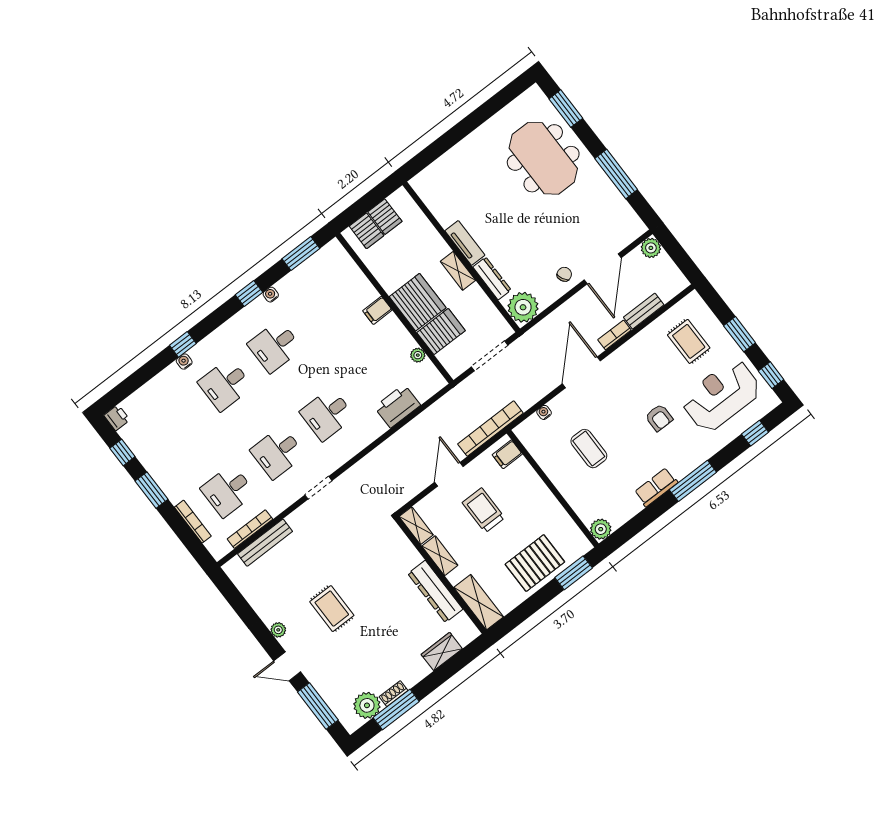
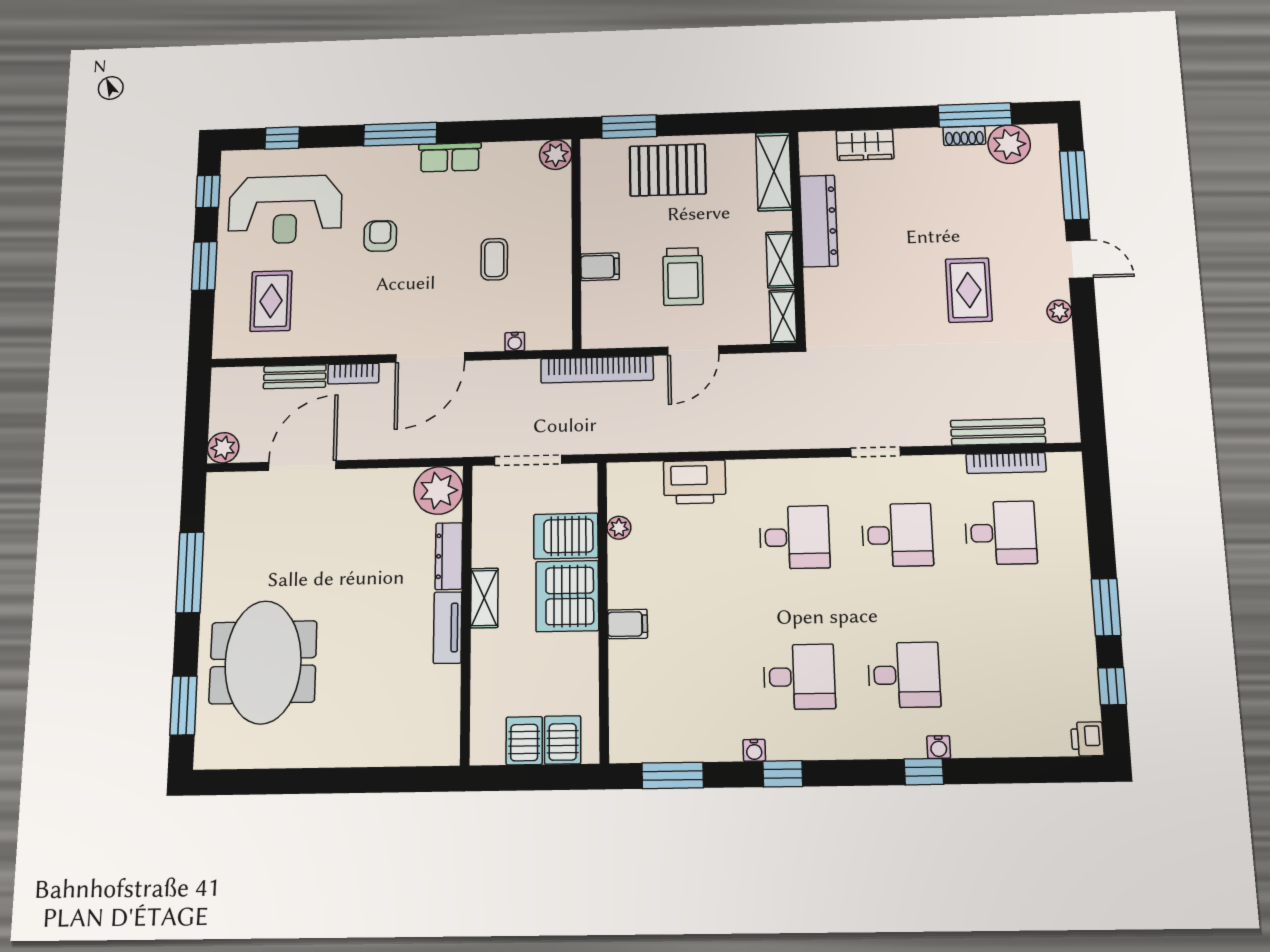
chair: (564, 274) -> (355, 494), removed
coffee table: (589, 449) -> (494, 259), width x0.73, depth x0.77
filing cabinet: (507, 454) -> (600, 267), moved
bookcase: (193, 522) -> (1078, 526), removed

